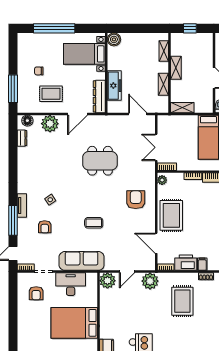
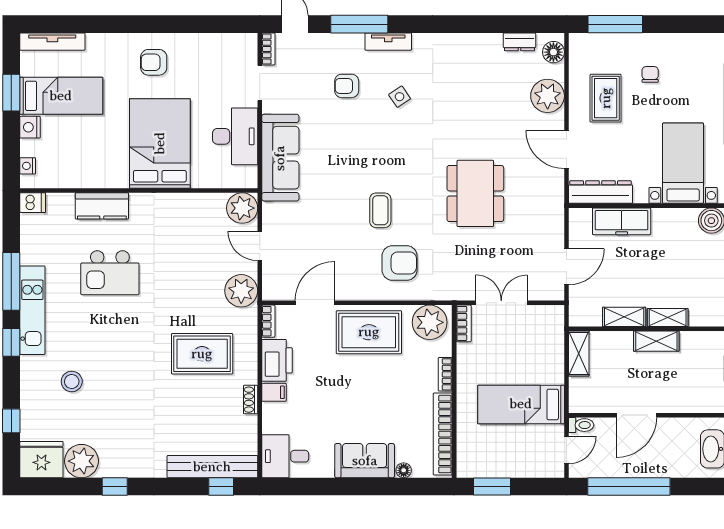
shelving: (164, 51) -> (668, 318), moved
plant: (162, 180) -> (430, 322), width x1.88, depth x1.88
coffee table: (94, 223) -> (380, 210), moved
armchair: (36, 293) -> (154, 62), moved

